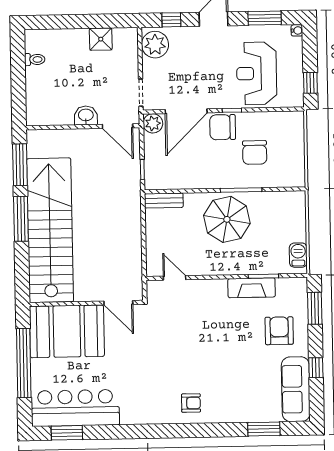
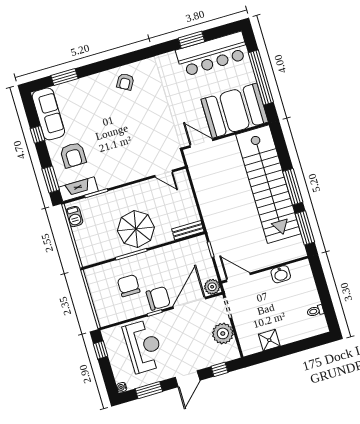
plant: (155, 45) -> (223, 333), moved
washbasin: (86, 115) -> (281, 274), moved
fireplace: (252, 288) -> (78, 189), moved
armchair: (191, 403) -> (125, 82), turned -60
window: (67, 433) -> (192, 40), moved

